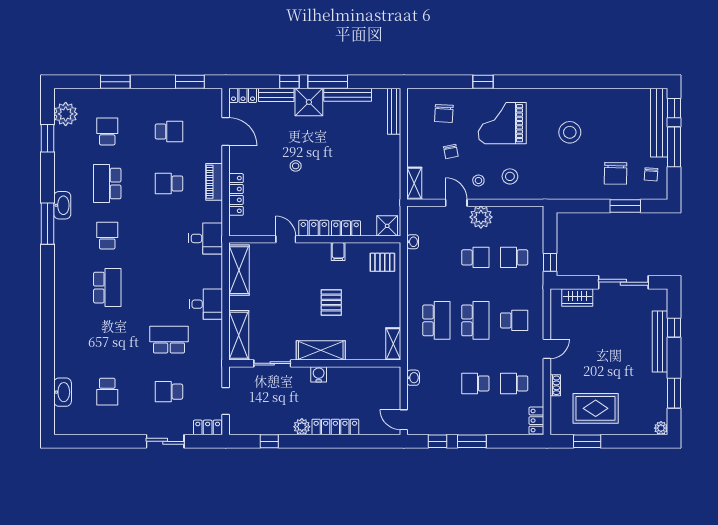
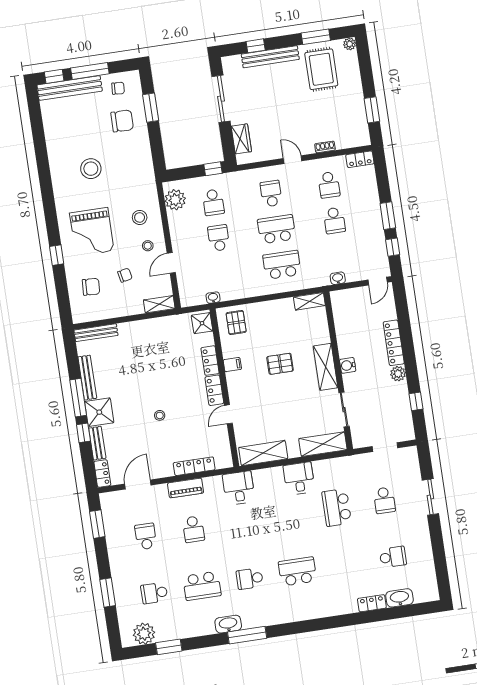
plant: (481, 217) -> (175, 200), moved
rug: (596, 408) -> (321, 69), moved
locker: (208, 427) -> (372, 603), moved, turned 90

